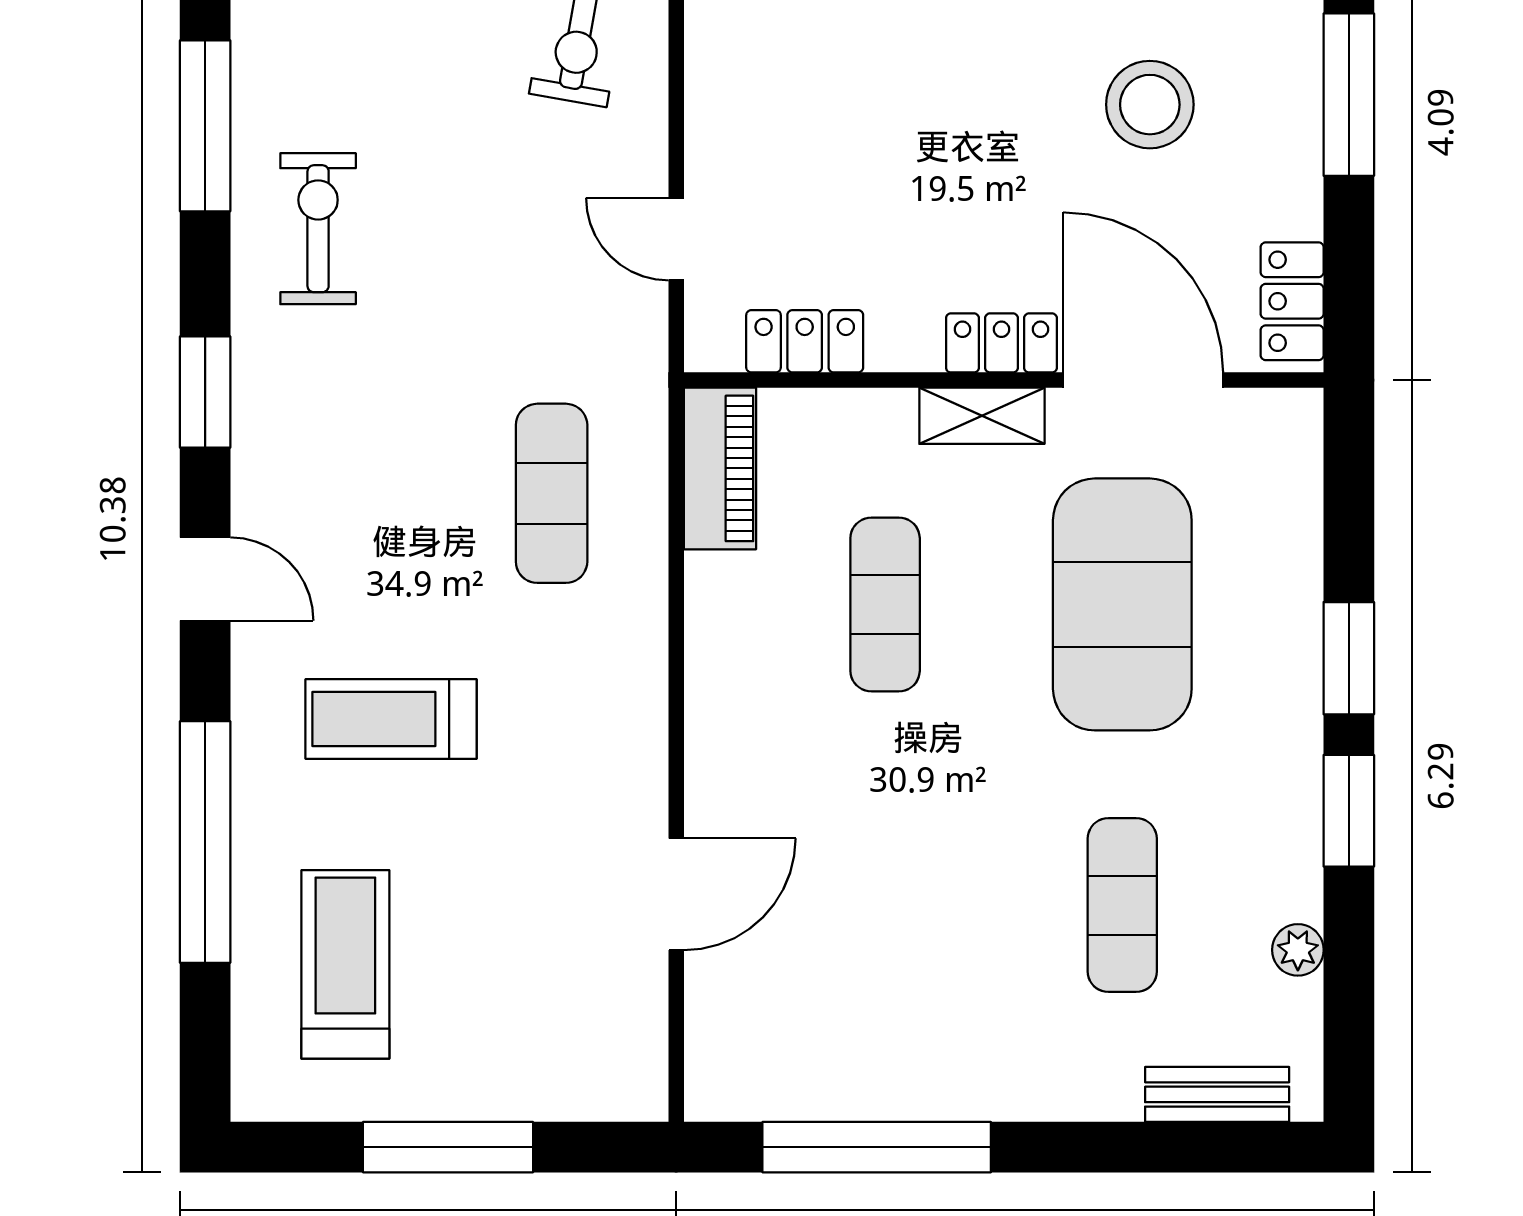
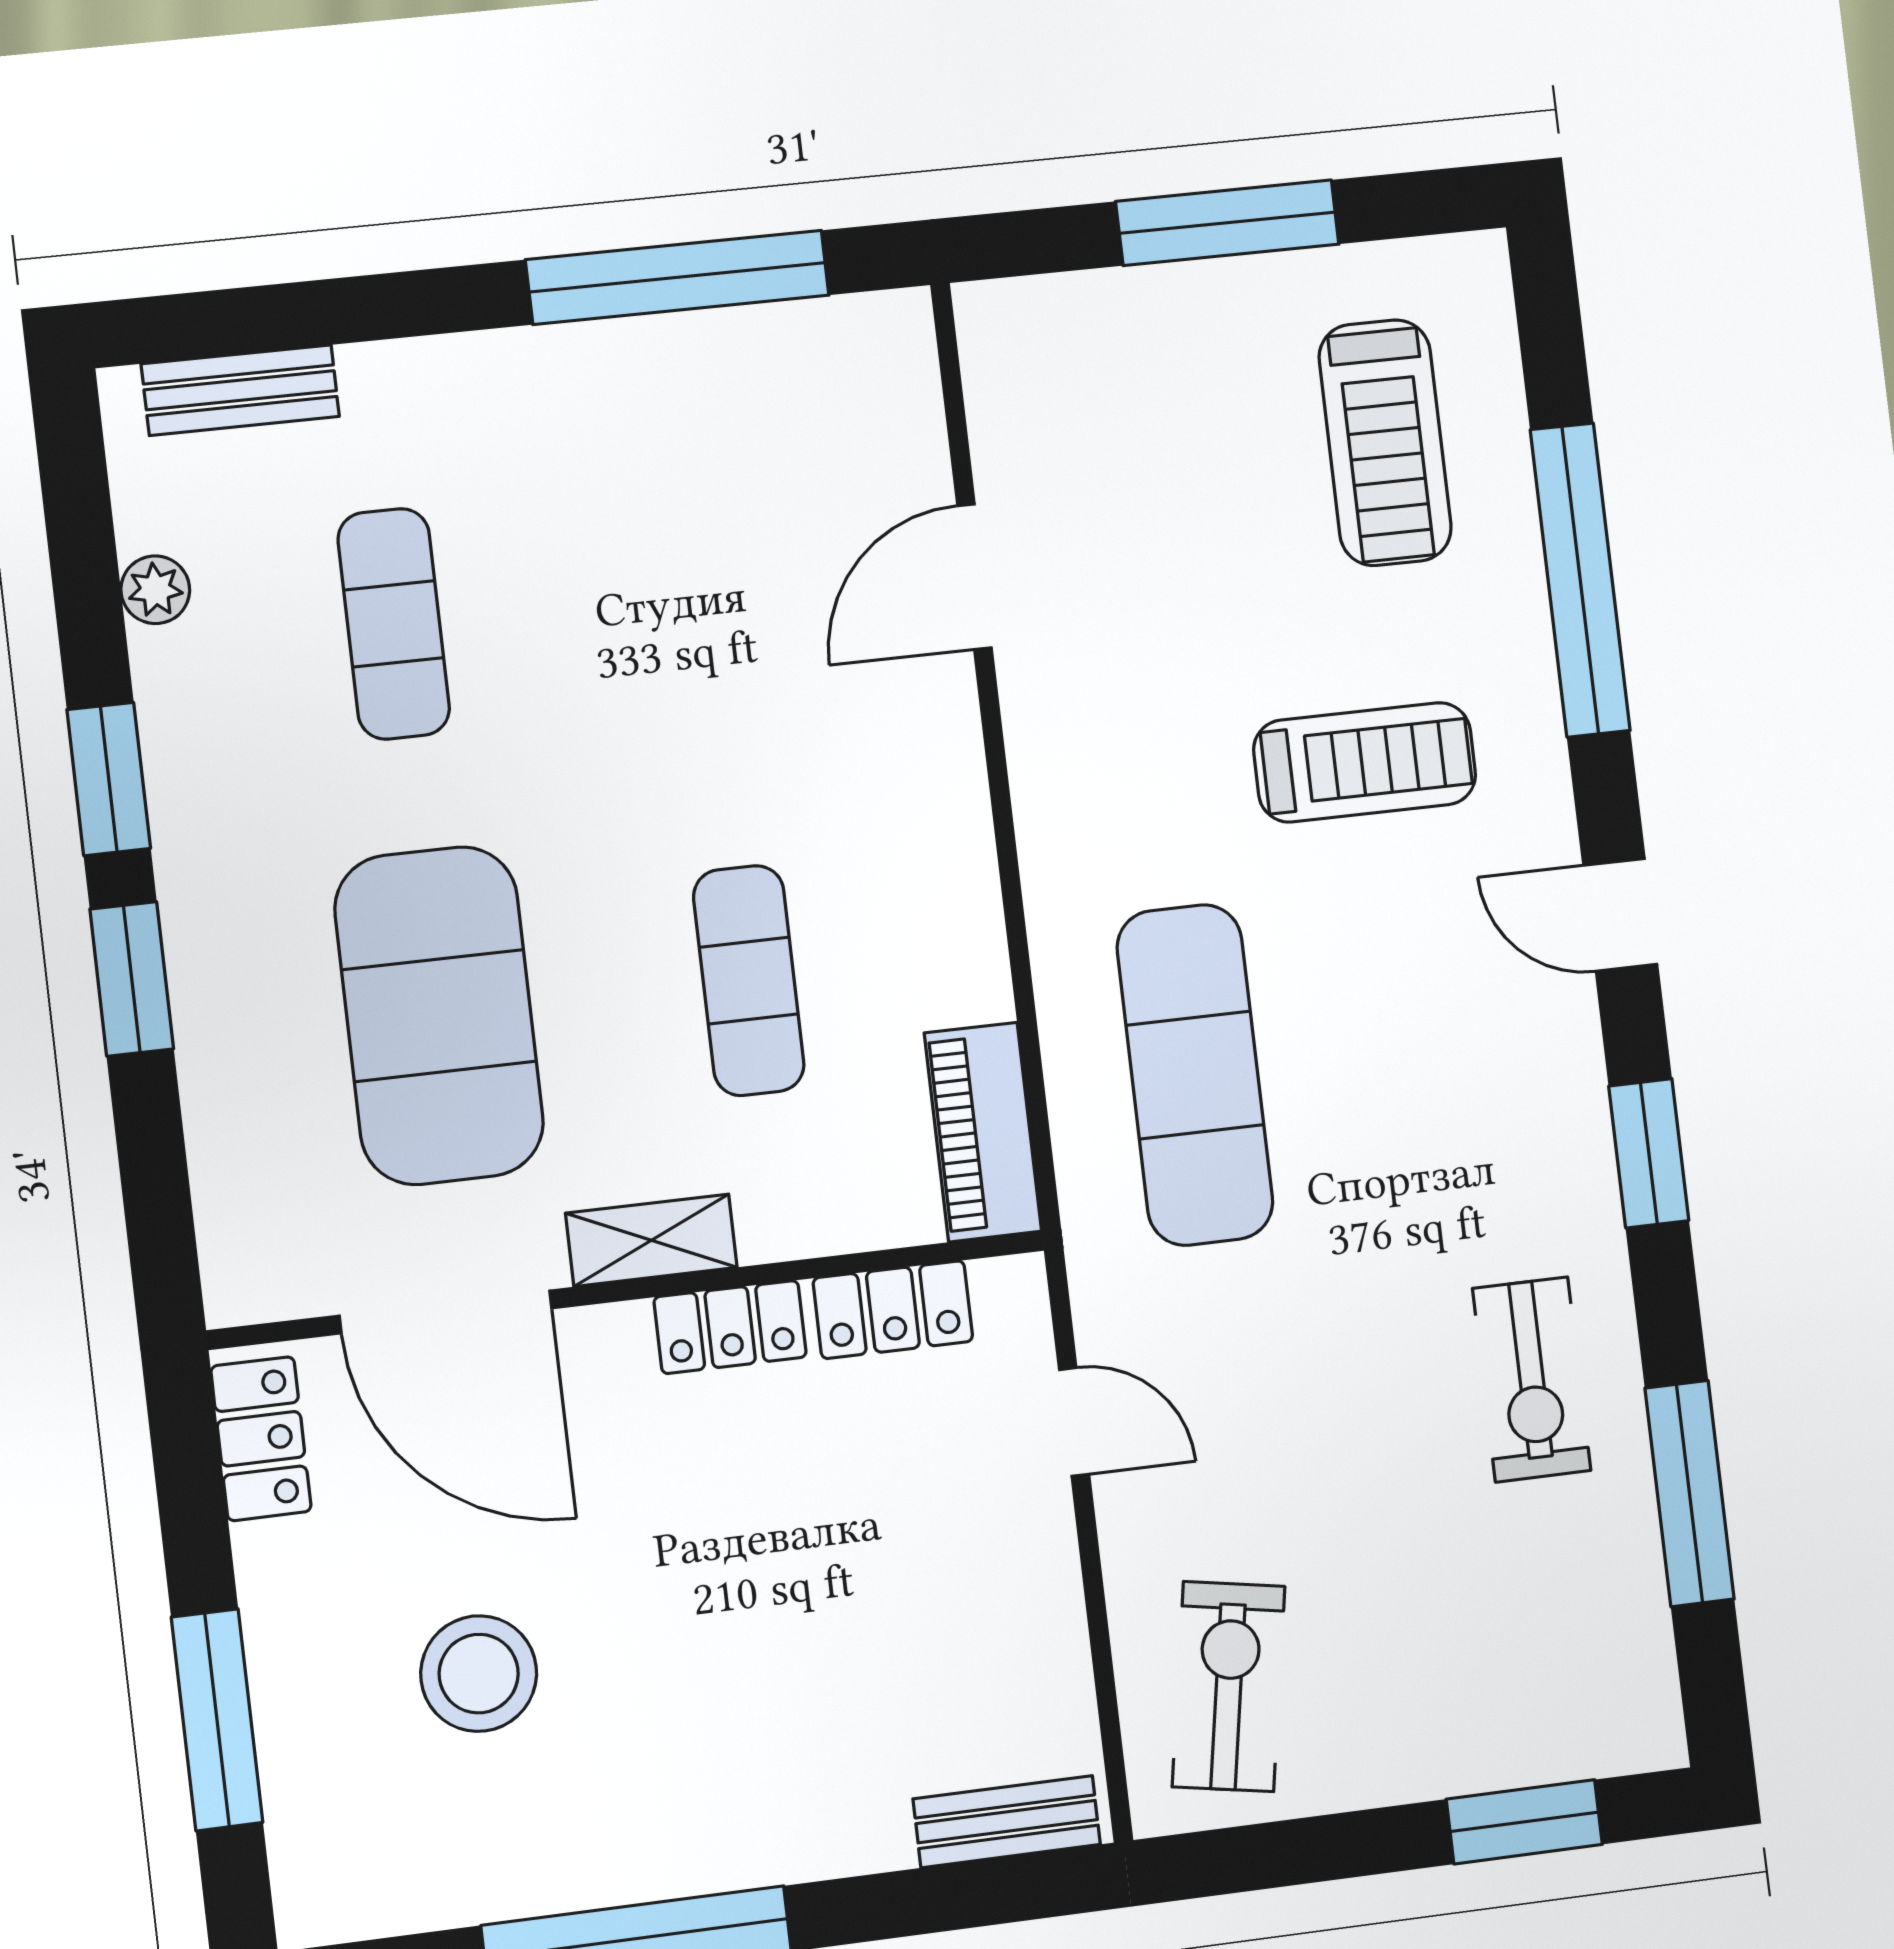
locker: (1001, 343) -> (730, 1327), moved
exercise mat: (552, 493) -> (1195, 1075), width x1.36, depth x1.45

